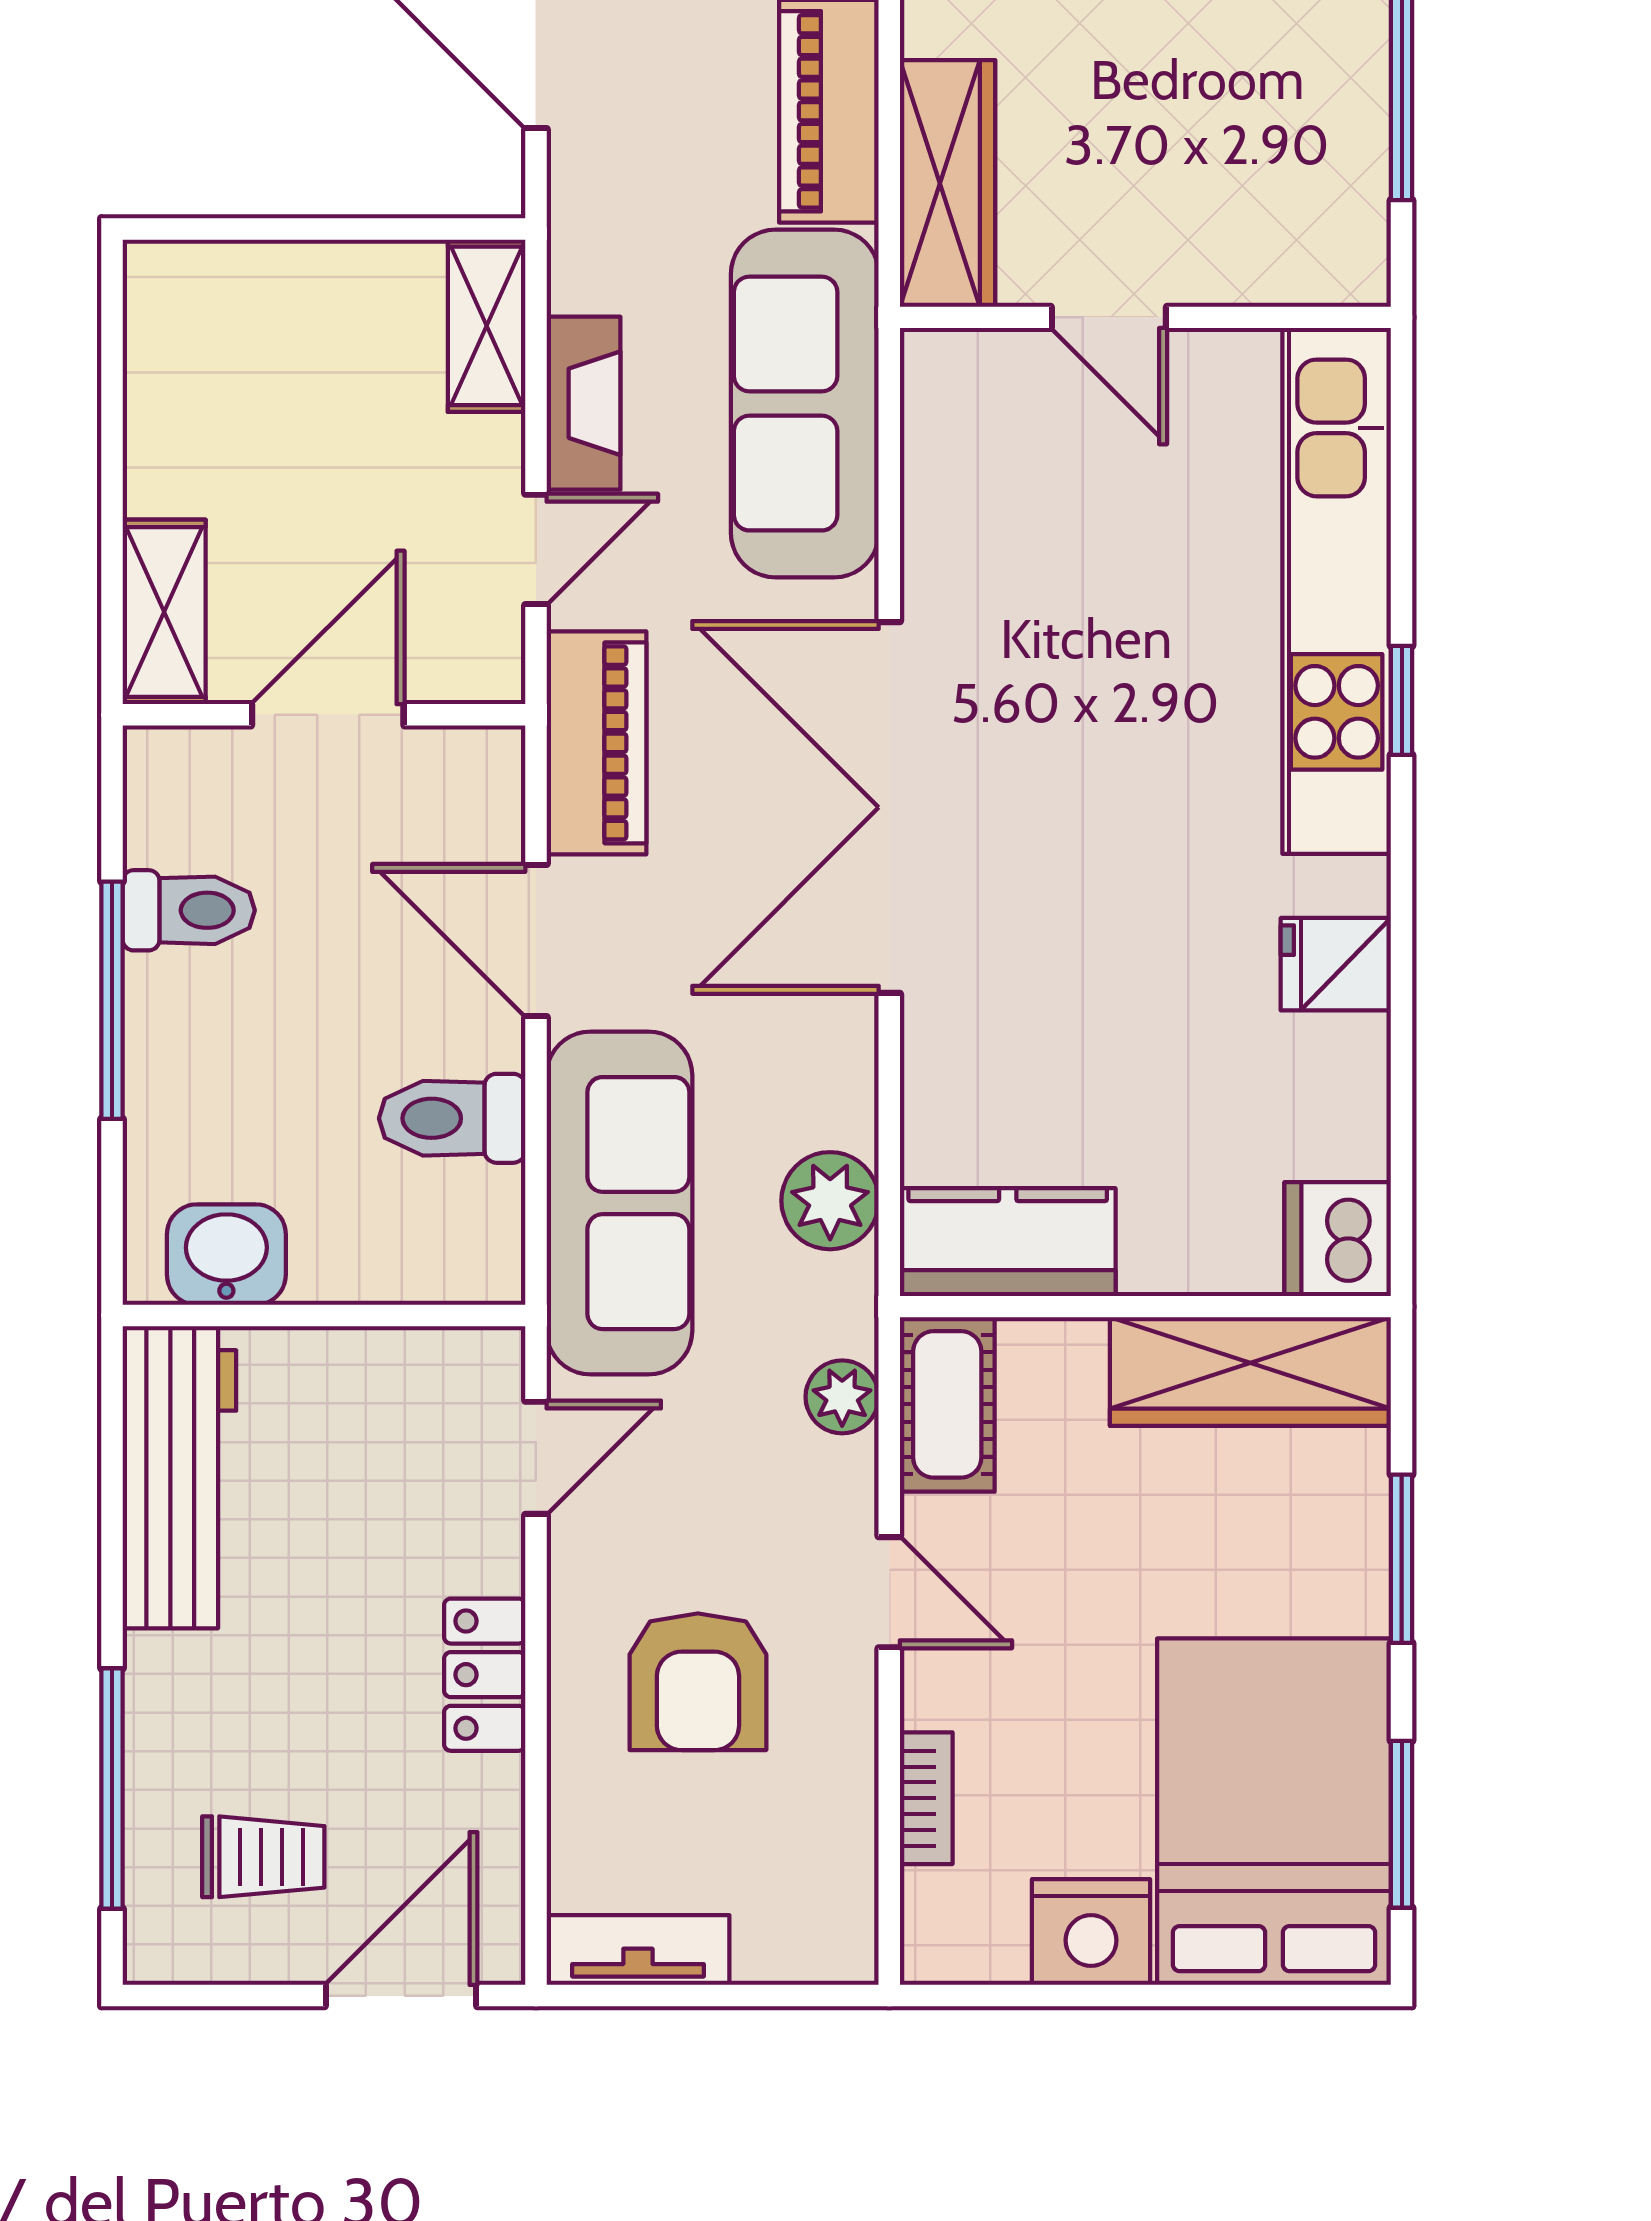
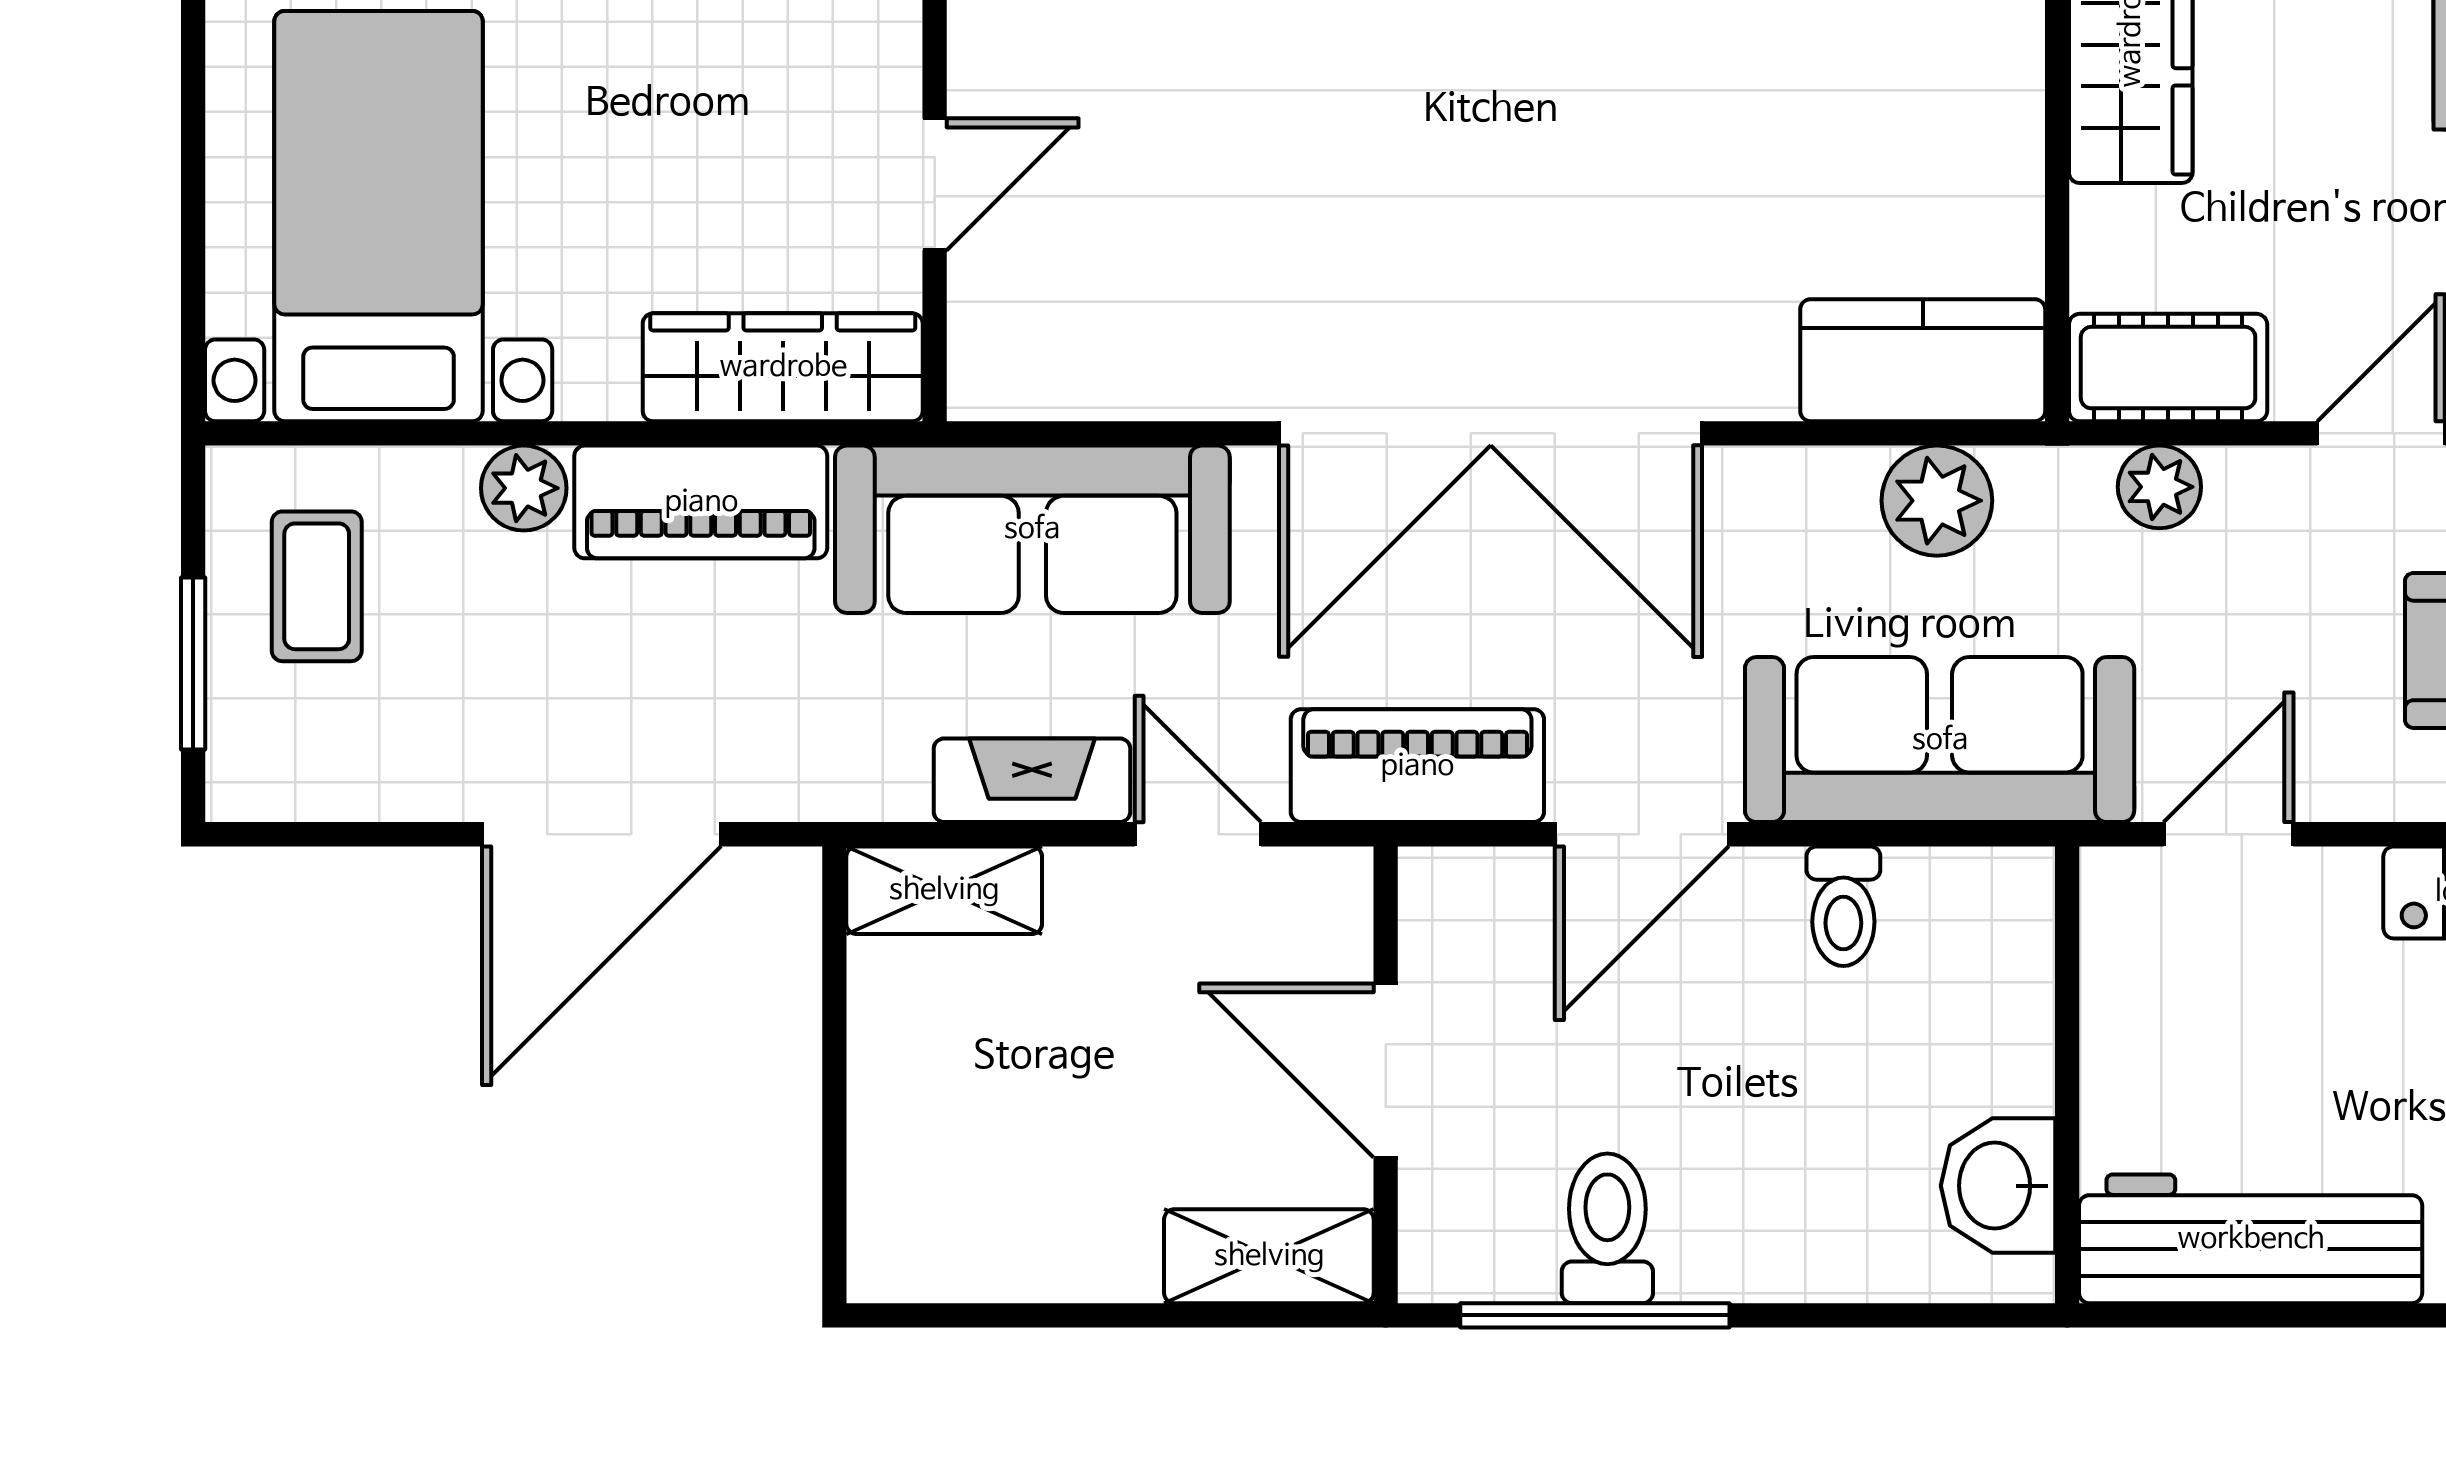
window: (112, 1000) -> (1595, 1315), moved
toilet: (452, 1118) -> (1843, 906), width x0.73, depth x0.72
kitchen counter: (1008, 1242) -> (1923, 360), moved, turned 90
door: (536, 1458) -> (2229, 834), hinge flipped

